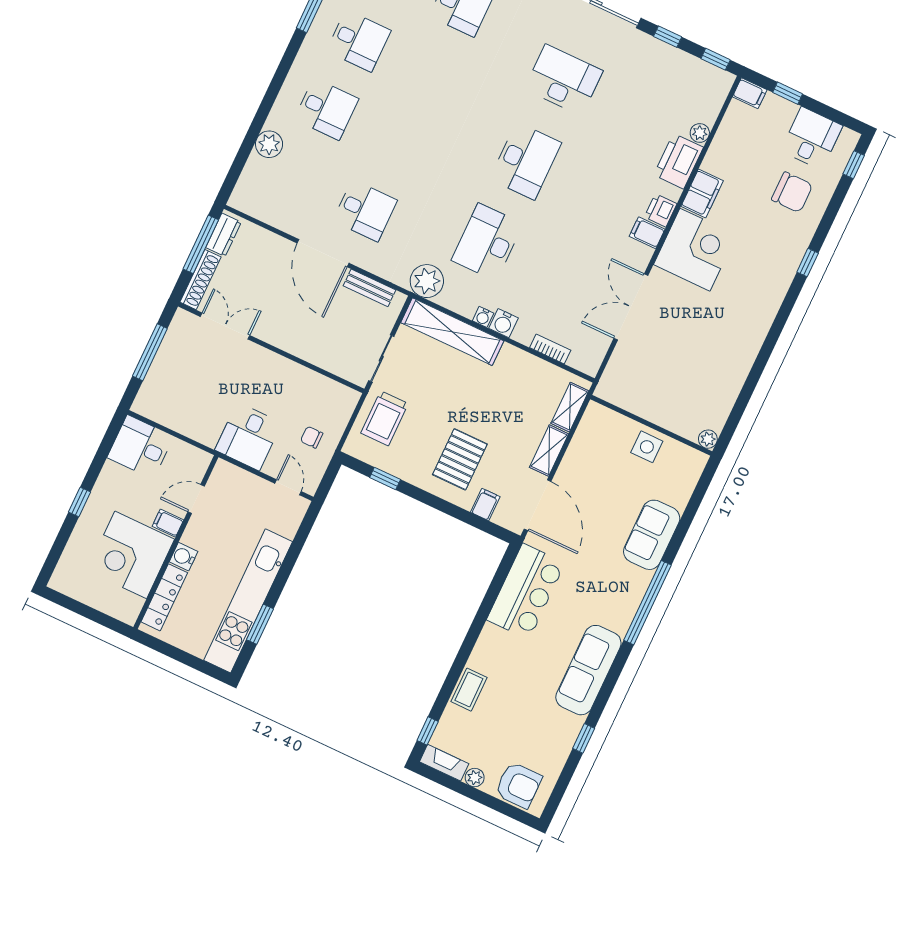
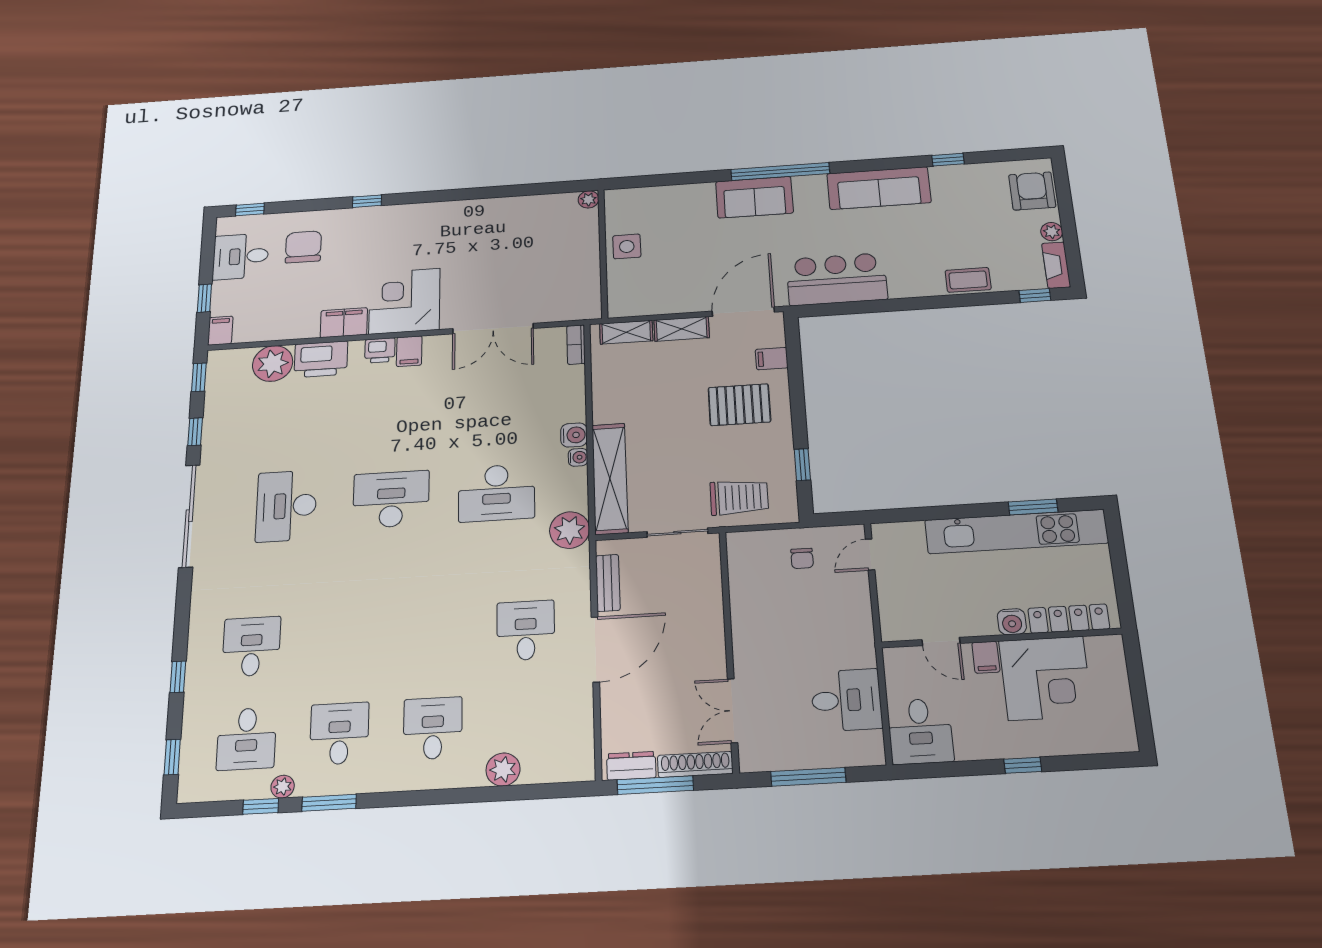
plant: (700, 133) -> (273, 363), width x1.88, depth x1.88
bookcase: (550, 349) -> (576, 345), moved
desk: (248, 437) -> (846, 700), moved
sofa: (652, 535) -> (754, 197), moved

